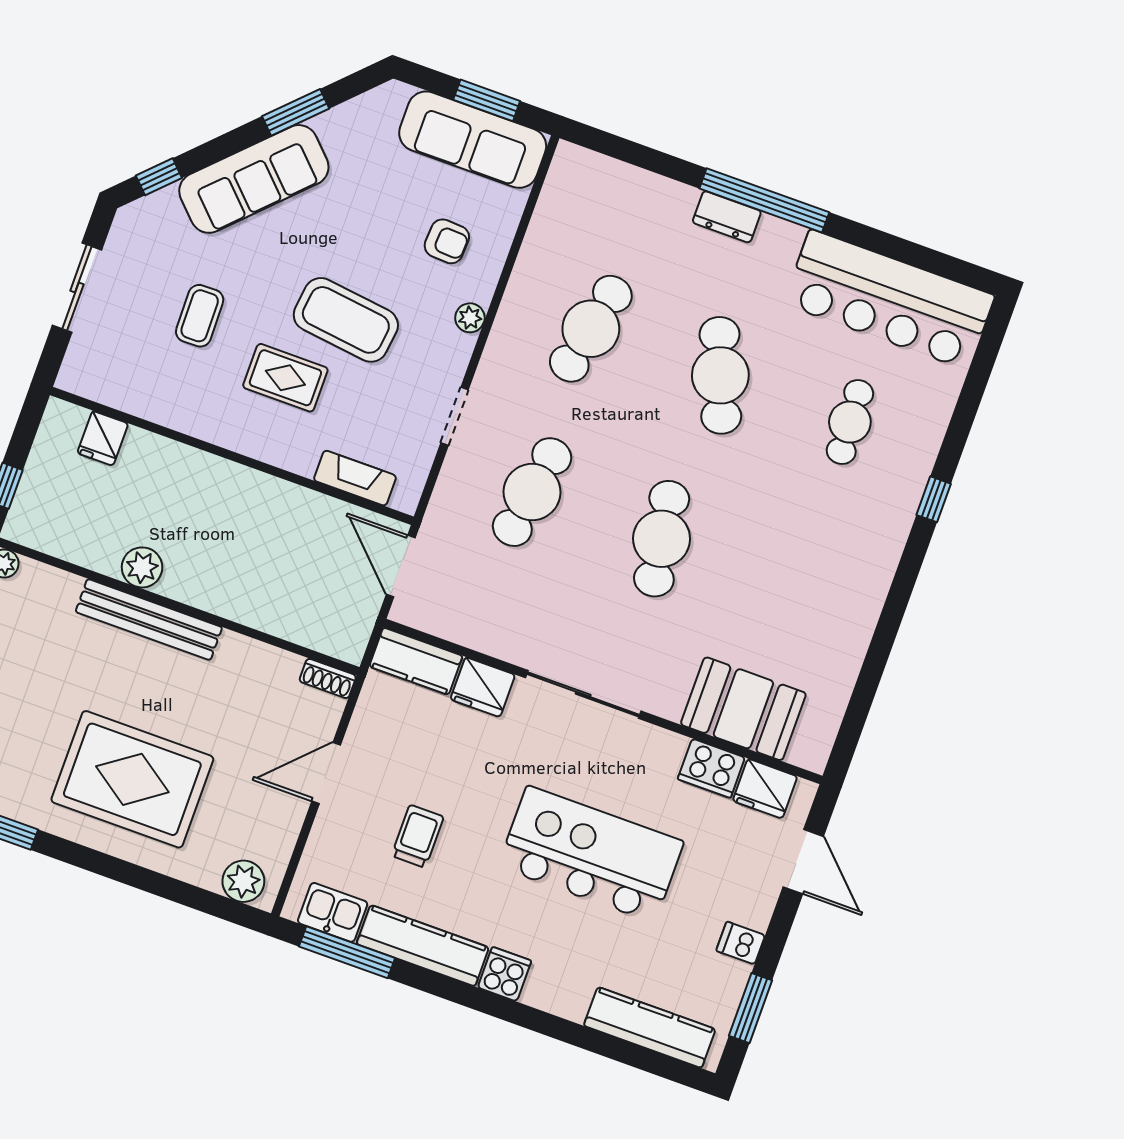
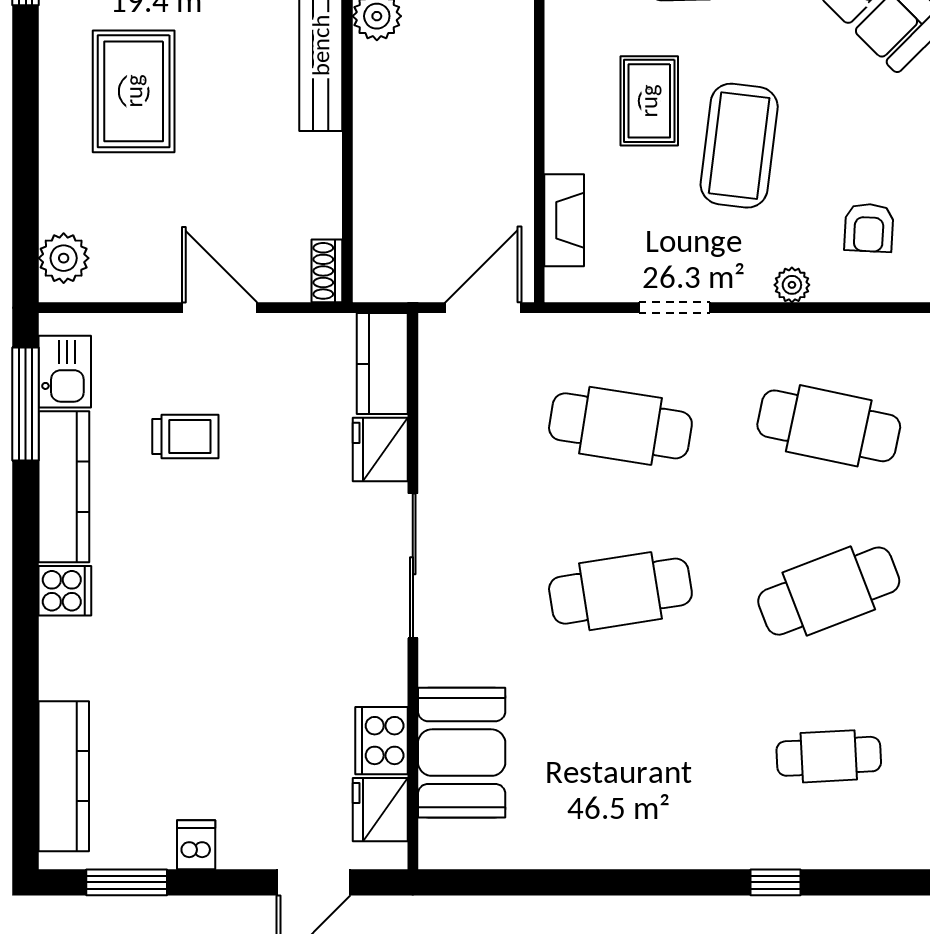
rug: (132, 779) -> (134, 91), width x0.73, depth x0.69
kitchen island: (591, 854) -> (236, 640), removed

